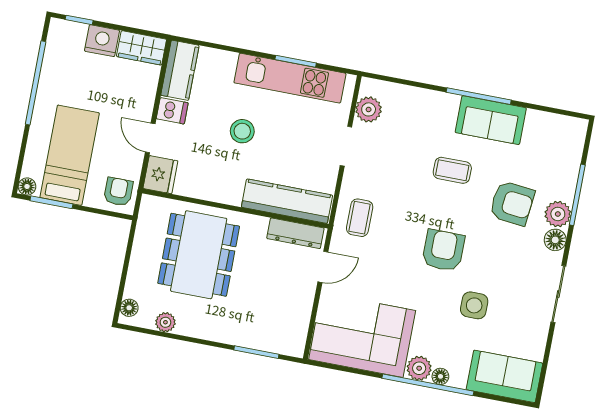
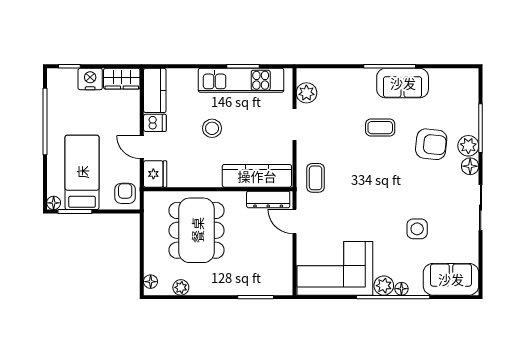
armchair: (443, 250) -> (385, 191), removed
door: (323, 267) -> (294, 221), swing flipped

